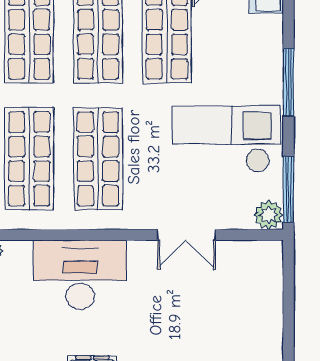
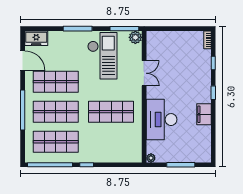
checkout: (226, 139) -> (102, 56), turned 180
shop shelf: (29, 159) -> (111, 142), removed

